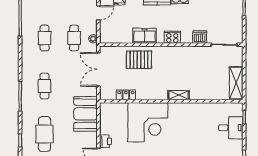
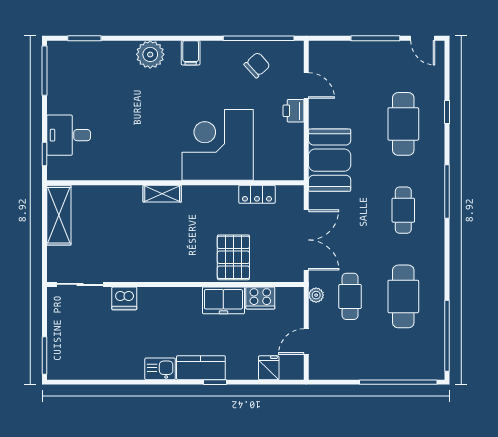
cooker: (172, 37) -> (260, 298), moved
cafe table: (44, 38) -> (403, 296), width x1.37, depth x1.35
pallet: (139, 60) -> (233, 257), turned 90

